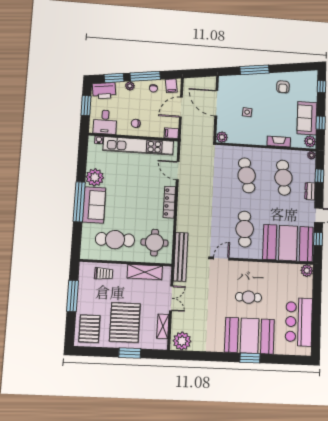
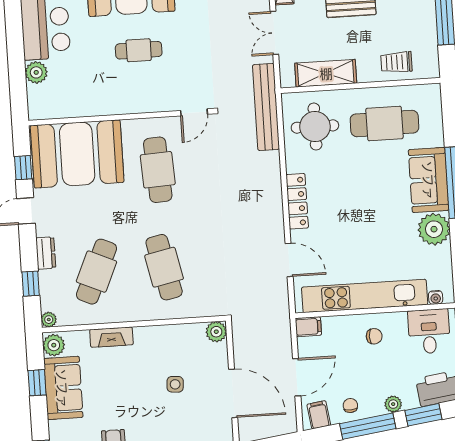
cafe table: (283, 178) -> (96, 272), turned 30
plant: (307, 271) -> (36, 72), moved

